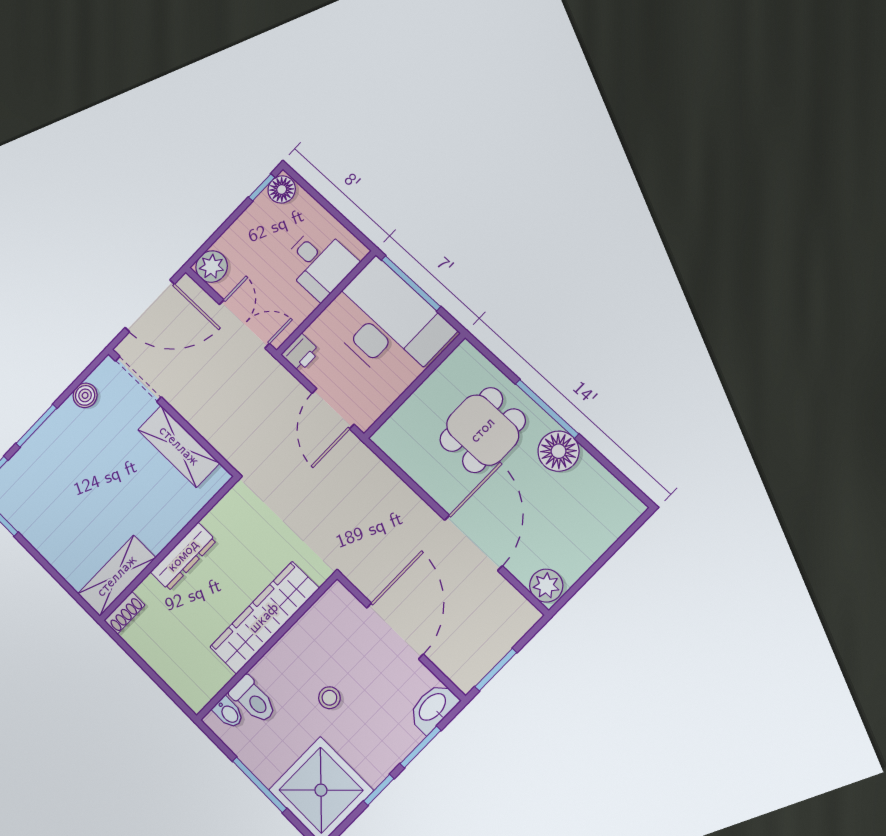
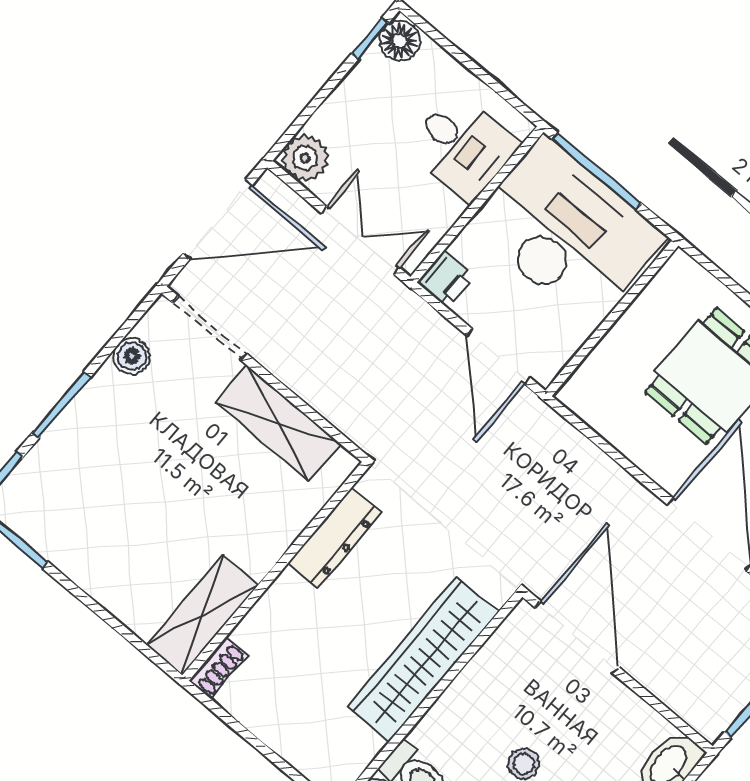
dresser: (183, 556) -> (335, 538), moved
door: (395, 631) -> (577, 637), moved

